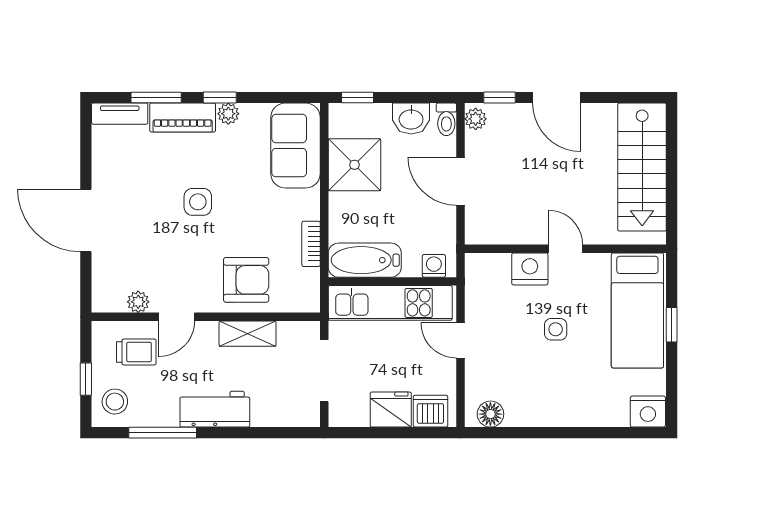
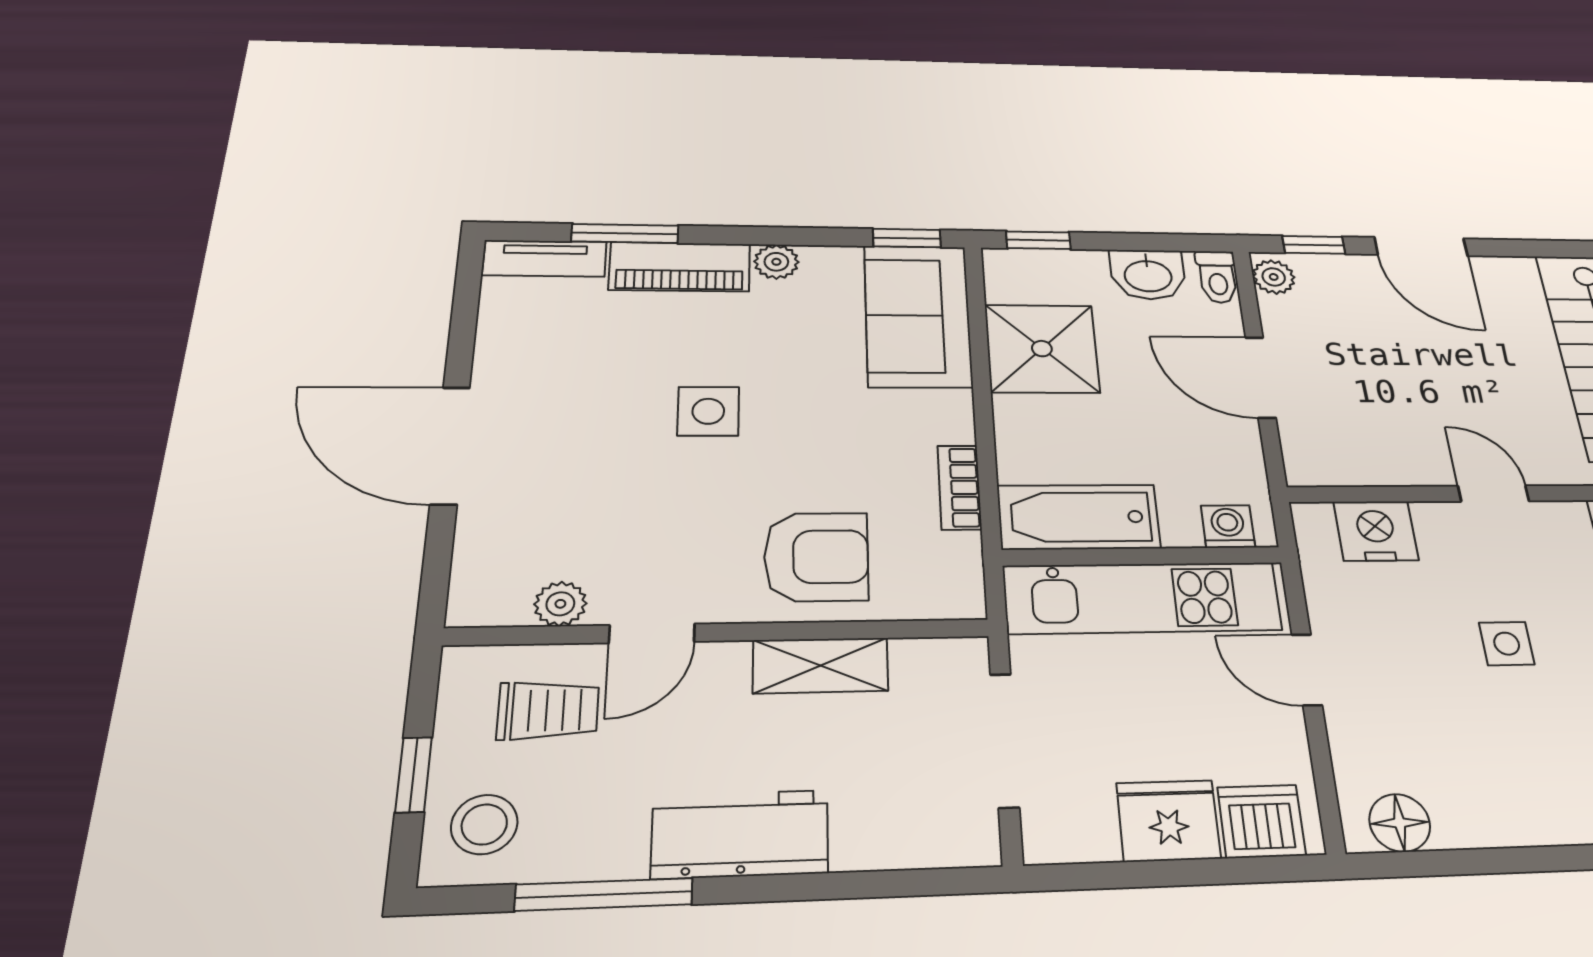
window: (220, 97) -> (907, 238), moved
nightstand: (530, 269) -> (1376, 531), moved

